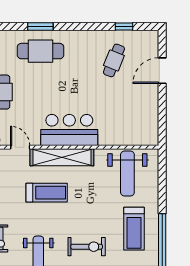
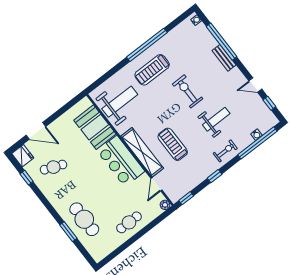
fridge: (148, 39) -> (23, 156), added
booth: (122, 130) -> (95, 127), added
treadmill: (134, 229) -> (152, 70), turned 180

